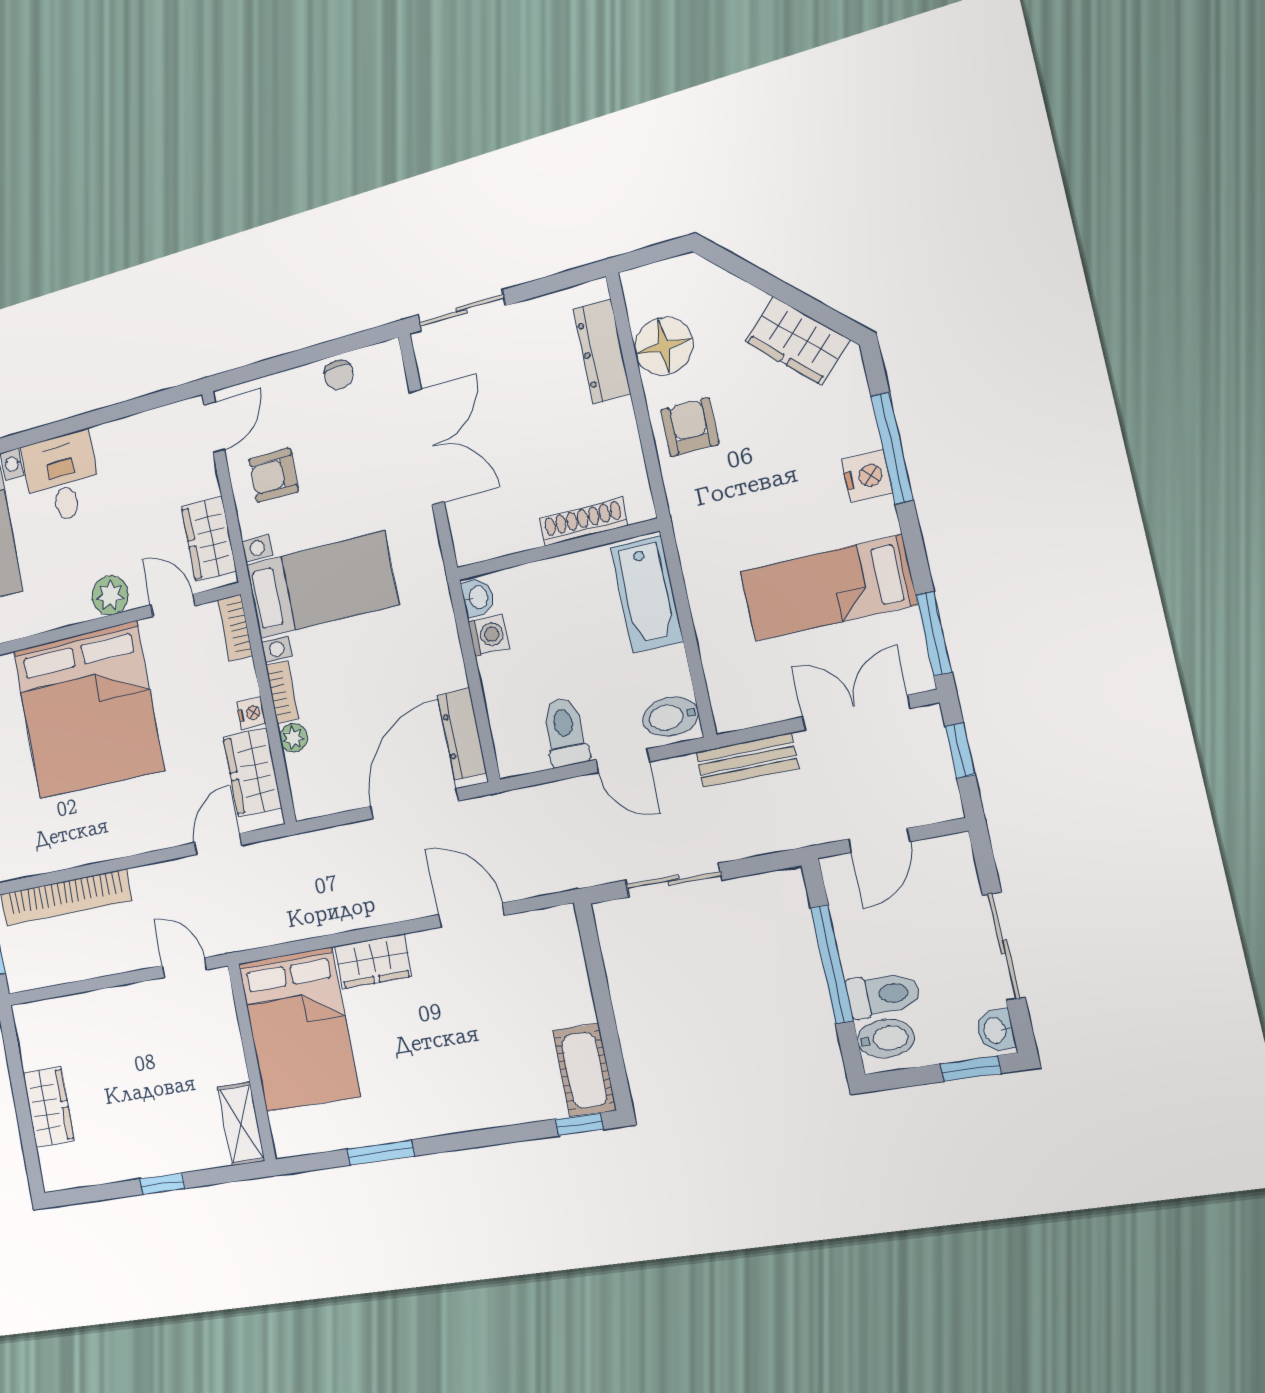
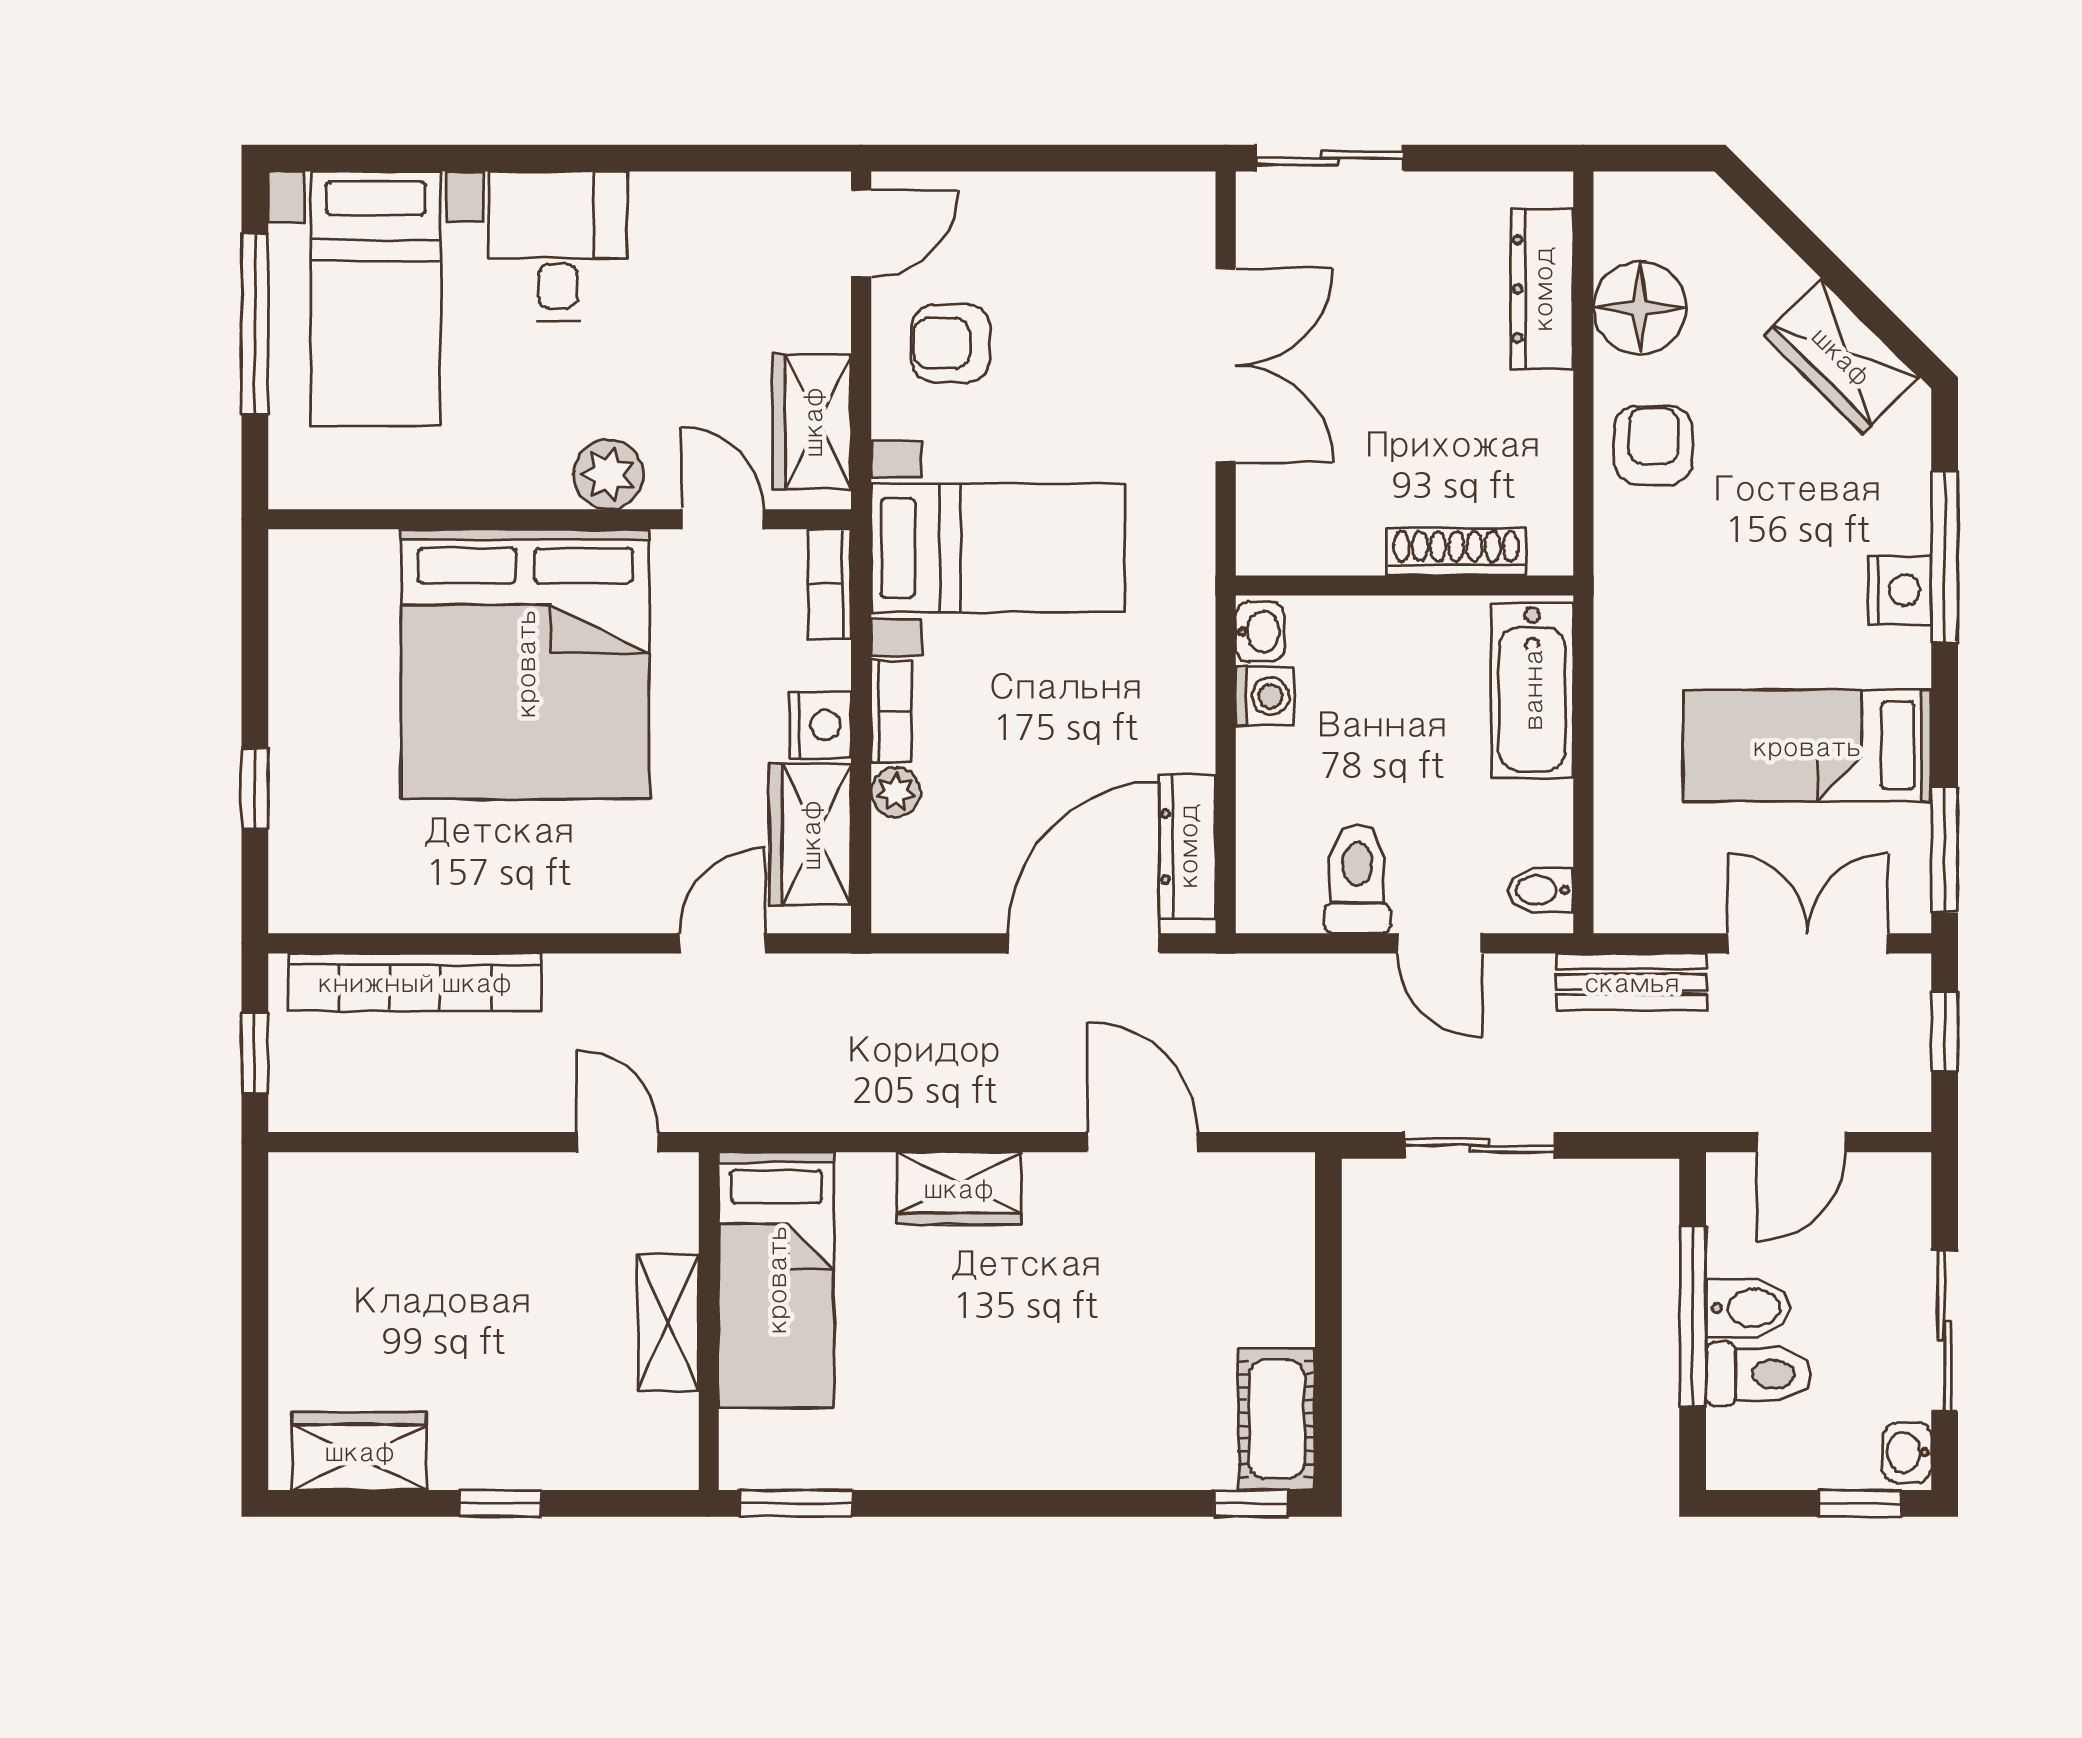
chair: (339, 375) -> (1100, 205), removed
nightstand: (251, 713) -> (820, 725), width x1.39, depth x1.35
bidet: (671, 717) -> (1541, 890), width x0.72, depth x0.74
bed: (299, 1030) -> (776, 1280), width x0.67
bidet: (886, 1039) -> (1748, 1308), moved
wardrobe: (48, 1107) -> (360, 1451), moved, turned -90
shelving: (241, 1124) -> (668, 1323), moved
window: (381, 1153) -> (796, 1503), moved

